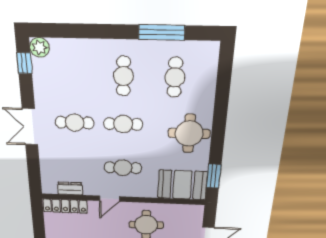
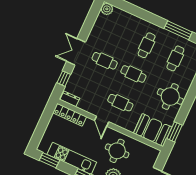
window: (24, 63) -> (64, 79), moved
dresser: (70, 188) -> (70, 99), moved
door: (109, 199) -> (102, 121), hinge flipped

